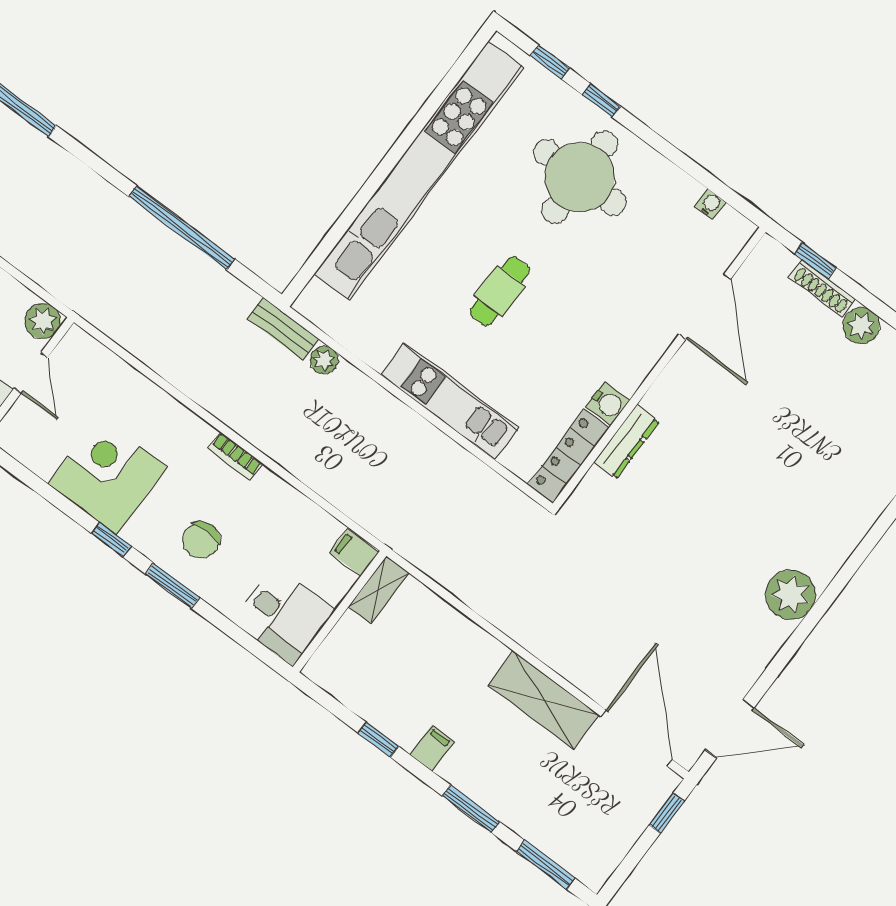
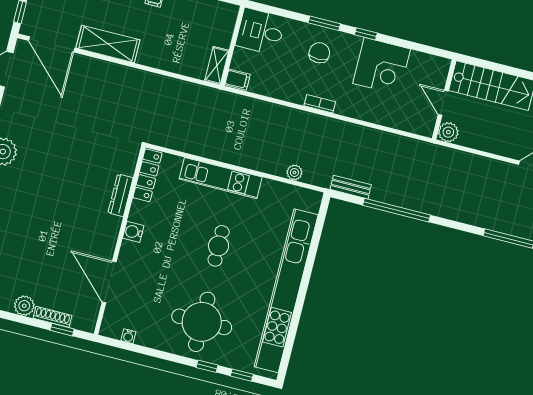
bench: (283, 329) -> (351, 187), moved
water cooler: (608, 404) -> (133, 232), moved

